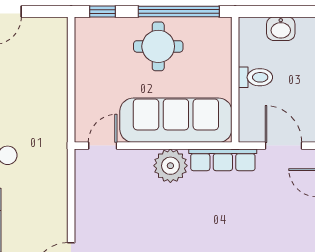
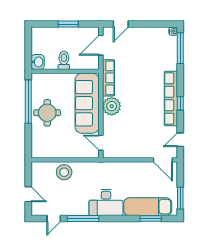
window: (102, 12) -> (28, 143), removed
washbasin: (281, 29) -> (38, 62), moved
stool: (48, 78) -> (64, 172), added

